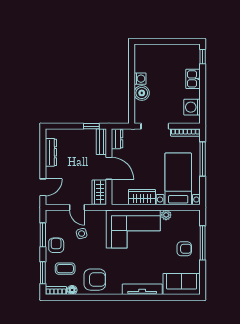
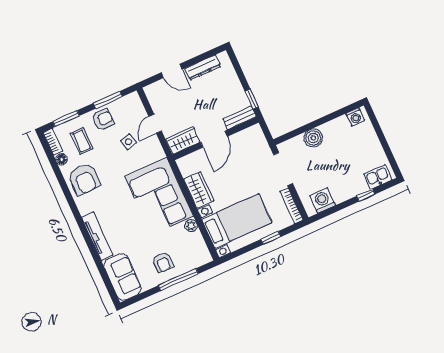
window: (203, 57) -> (366, 195), moved
washing machine: (140, 79) -> (355, 117), moved
kitchen sink: (193, 79) -> (378, 177), moved
dresser: (117, 139) -> (251, 134), removed
window: (203, 159) -> (271, 238), width x0.46
door: (43, 187) -> (172, 71), moved

